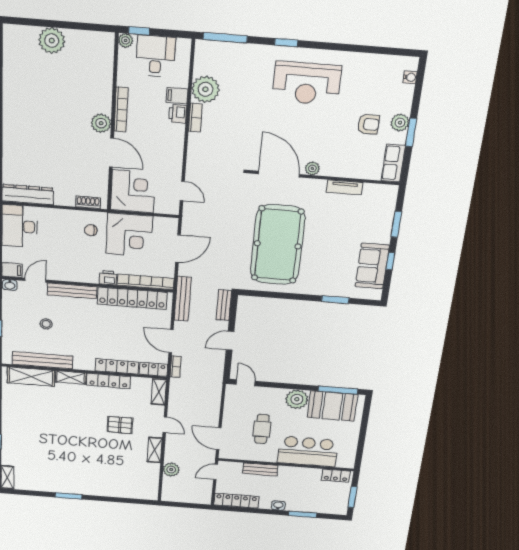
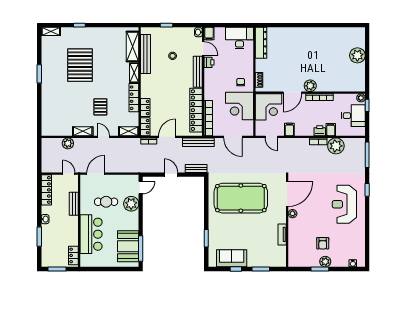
filing cabinet: (172, 162) -> (289, 129), added
row of seats: (393, 163) -> (300, 261), removed
door: (182, 191) -> (271, 137), hinge flipped
printer: (108, 278) -> (209, 62), moved
locker: (117, 366) -> (145, 108), width x0.66
plant: (297, 399) -> (131, 204), moved
door: (165, 425) -> (103, 137), swing flipped
pallet: (57, 446) -> (80, 65), added

